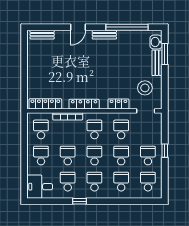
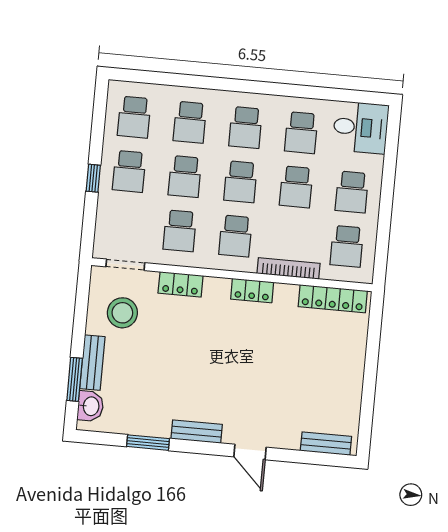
door: (78, 27) -> (250, 452), swing flipped
window: (127, 27) -> (148, 443), width x0.47
locker: (84, 104) -> (252, 291), width x0.66
window: (80, 201) -> (280, 89), removed

